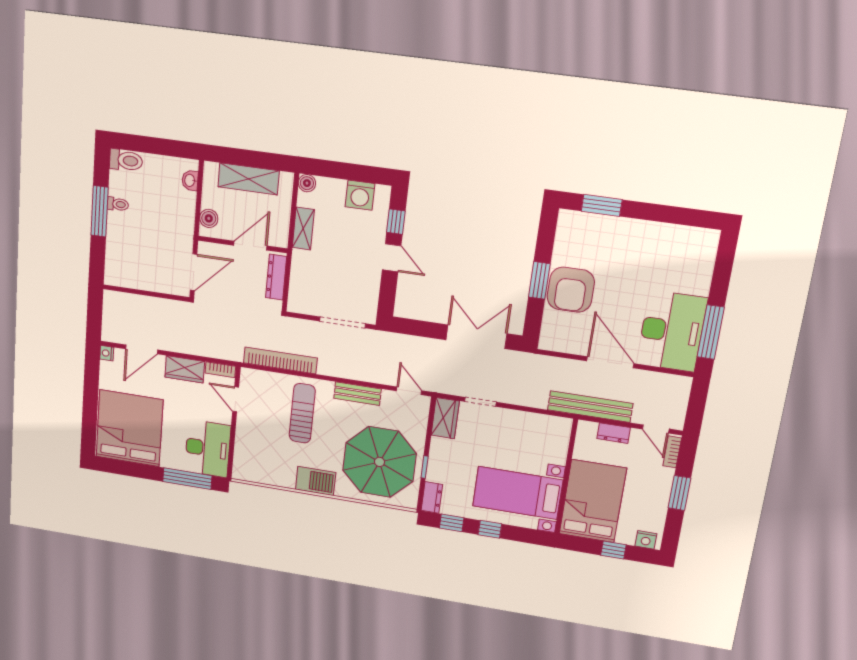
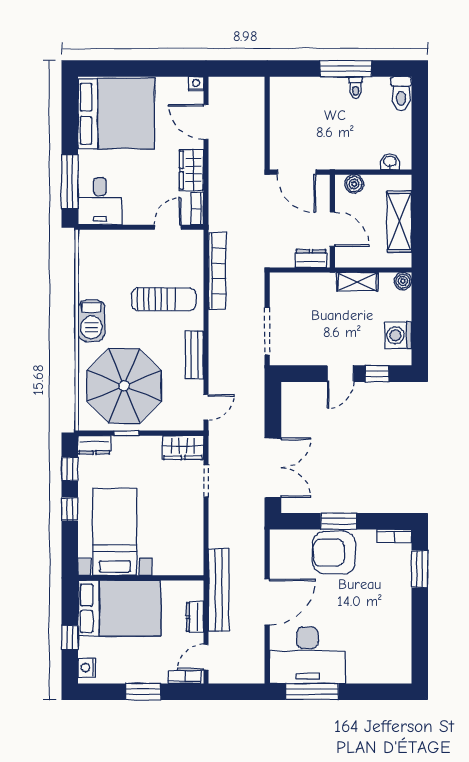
bookcase: (563, 227) -> (394, 536), added
dresser: (276, 277) -> (311, 259), width x0.70
desk: (208, 448) -> (100, 201), width x0.73

